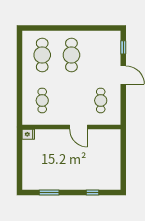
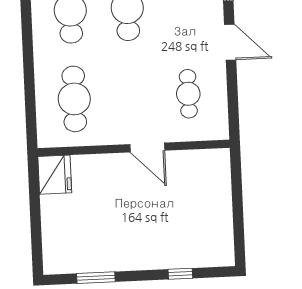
cafe table: (42, 100) -> (74, 99), width x1.37, depth x1.35
fridge: (28, 134) -> (55, 175), width x1.88, depth x1.34

